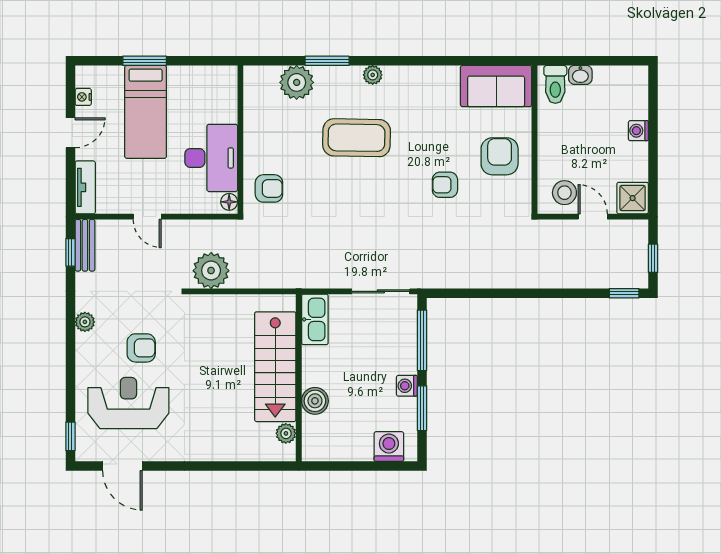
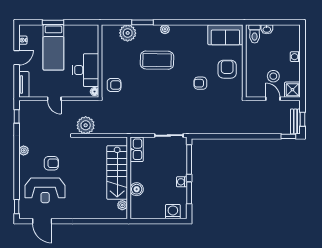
stool: (564, 193) -> (273, 76), moved
bench: (85, 245) -> (295, 121), moved
reception desk: (128, 403) -> (45, 190), turned 180

